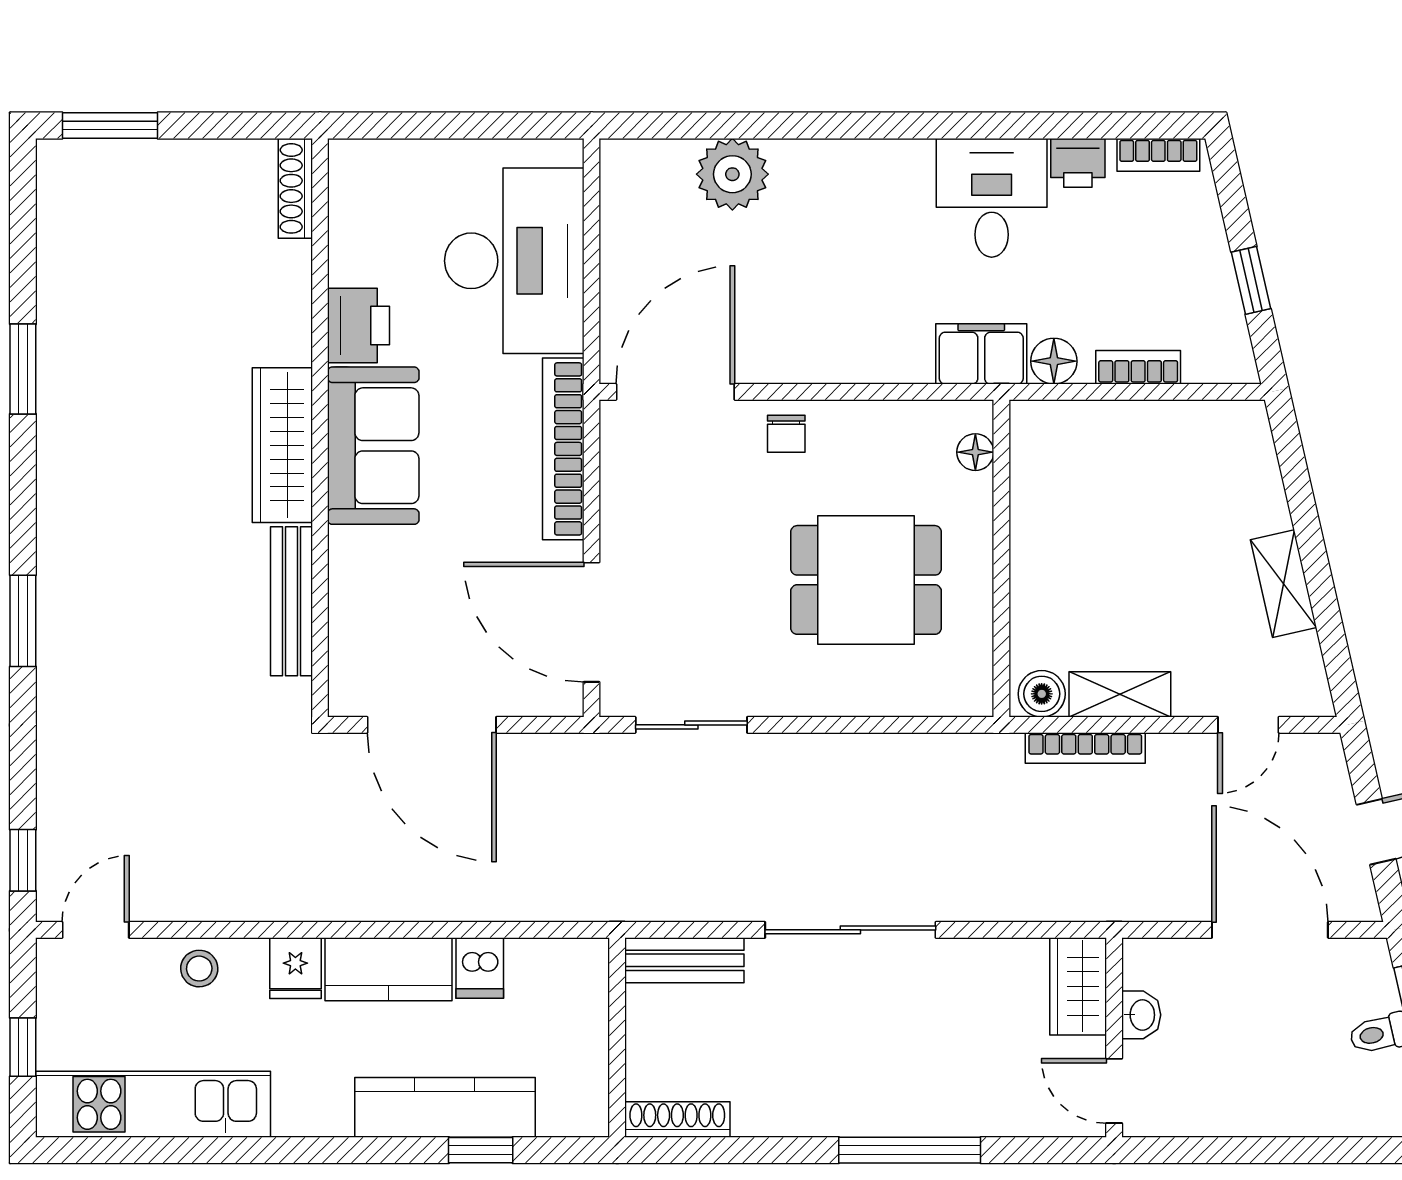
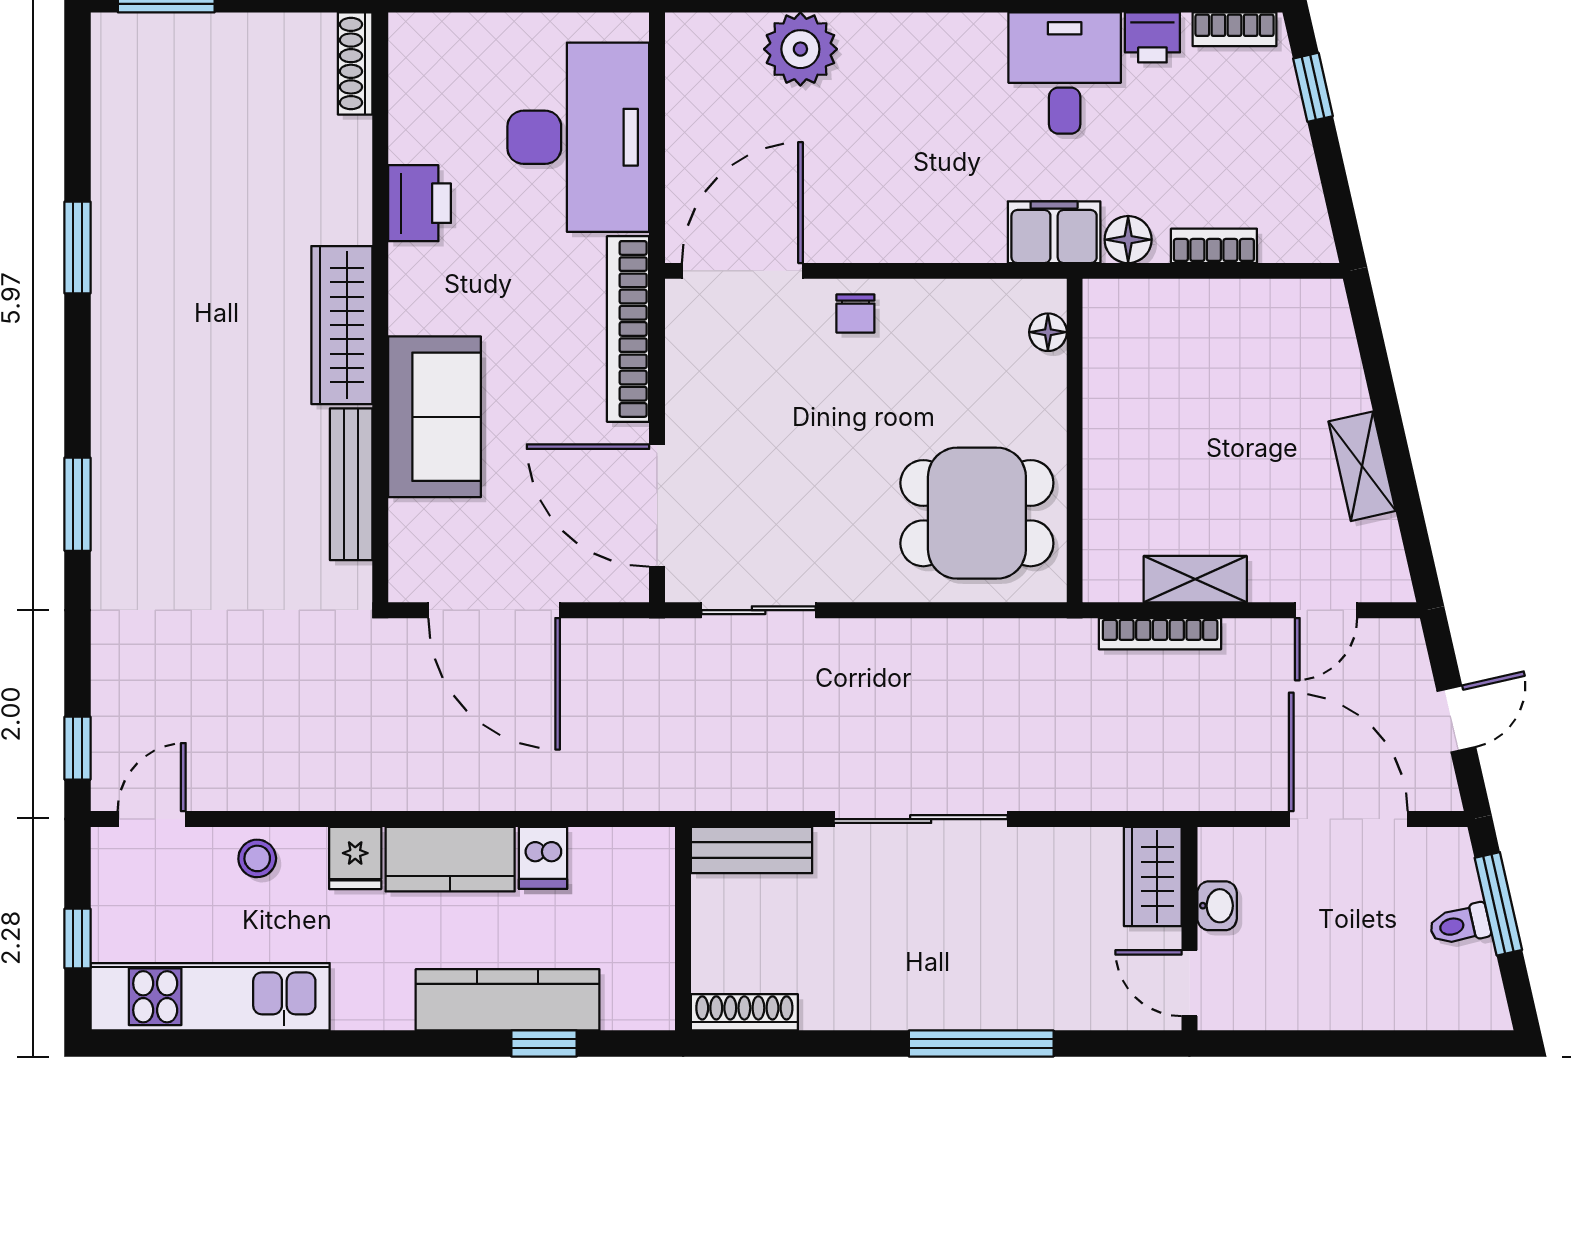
window: (1251, 280) -> (1313, 87), moved
sofa: (373, 446) -> (435, 417), moved
dining table: (866, 580) -> (977, 513), moved
boiler: (1042, 694) -> (1116, 579), removed

